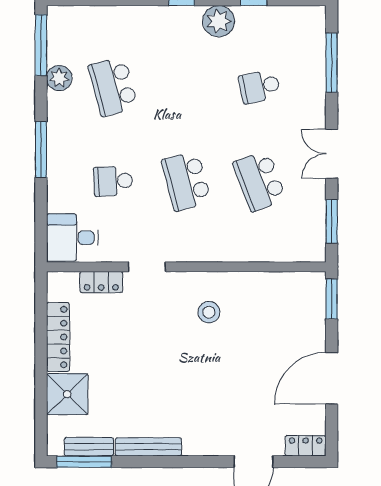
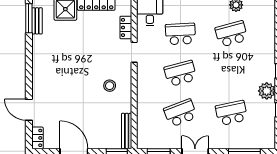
school desk: (260, 87) -> (231, 113), width x1.85
school desk: (113, 181) -> (180, 34), width x1.85
bench: (148, 447) -> (127, 131), moved

